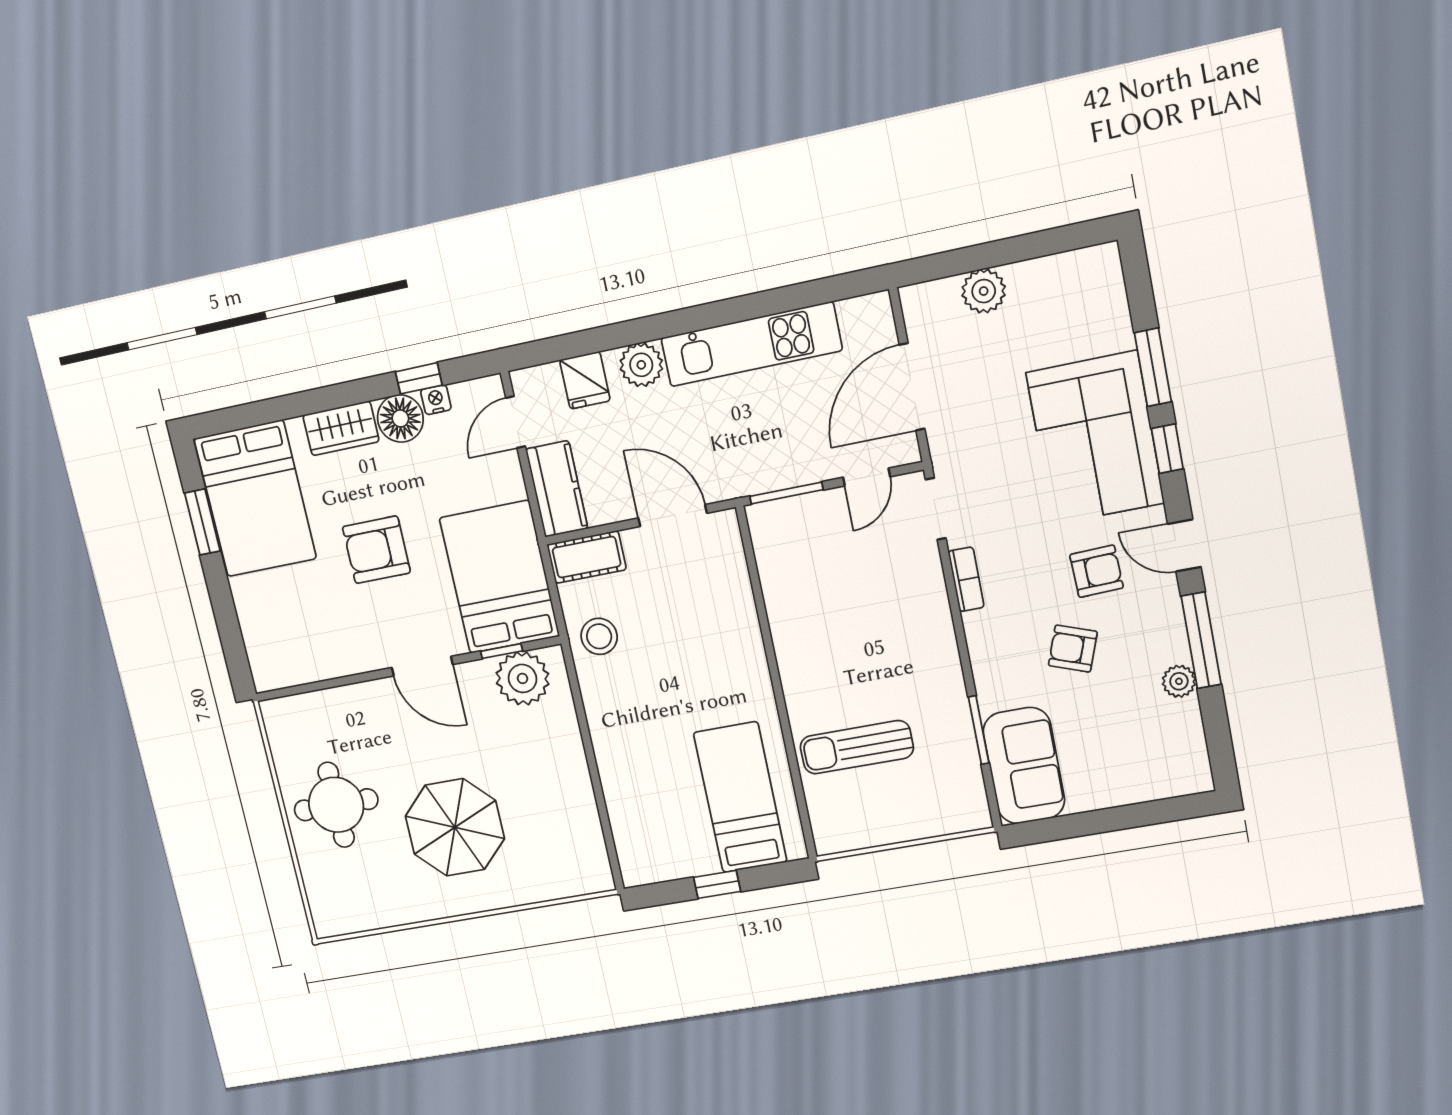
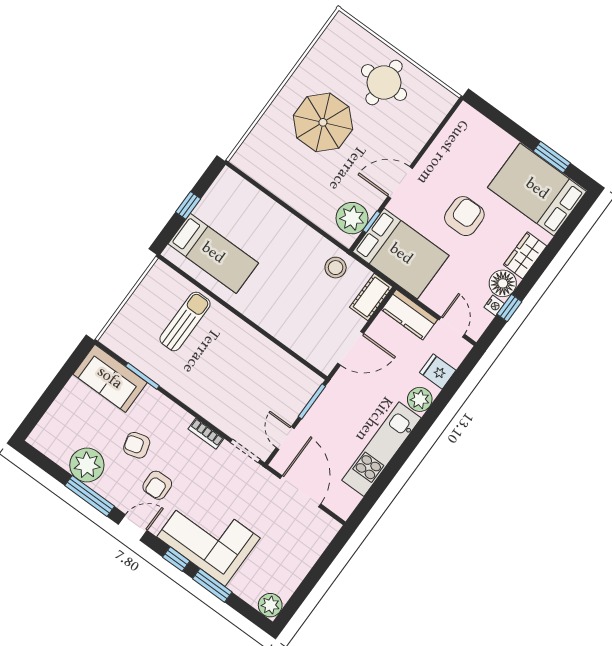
plant: (984, 291) -> (270, 605), moved
armchair: (1073, 649) -> (137, 445), turned -126
plant: (1179, 681) -> (87, 465), width x1.88, depth x1.88

